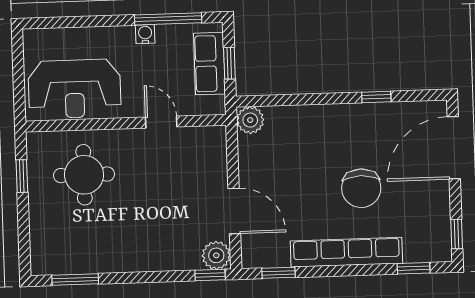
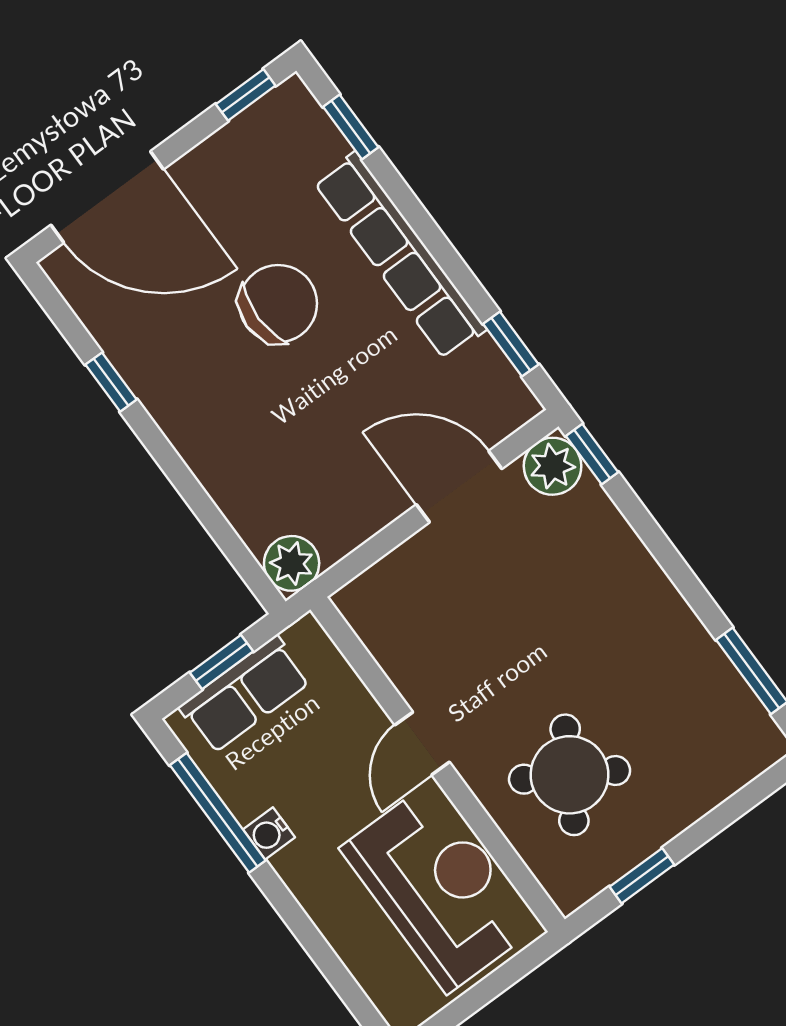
door: (161, 122) -> (422, 744), moved
round table: (84, 175) -> (570, 775), turned 31
door: (234, 211) -> (459, 487), hinge flipped

